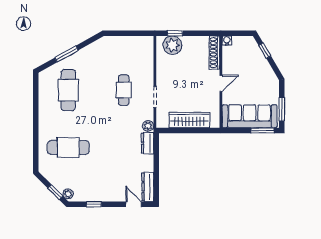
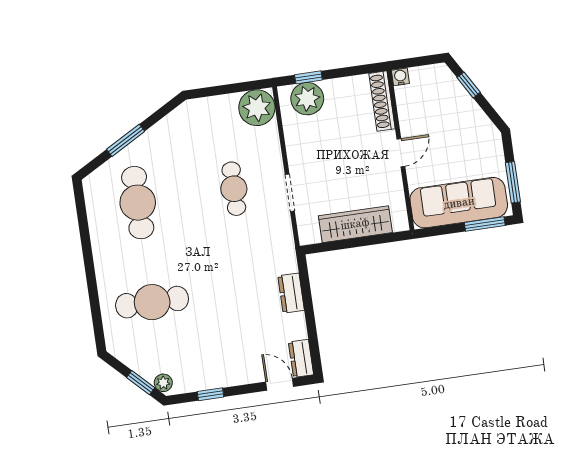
plant: (148, 126) -> (257, 108), moved, width x1.87, depth x1.87
dresser: (148, 143) -> (291, 293), moved
dresser: (148, 187) -> (301, 358), width x0.70

